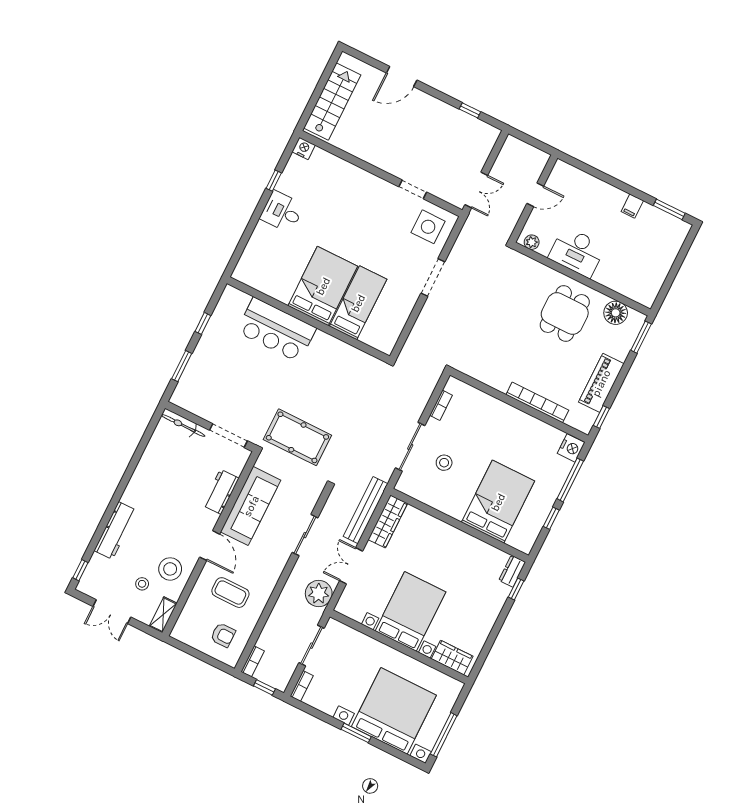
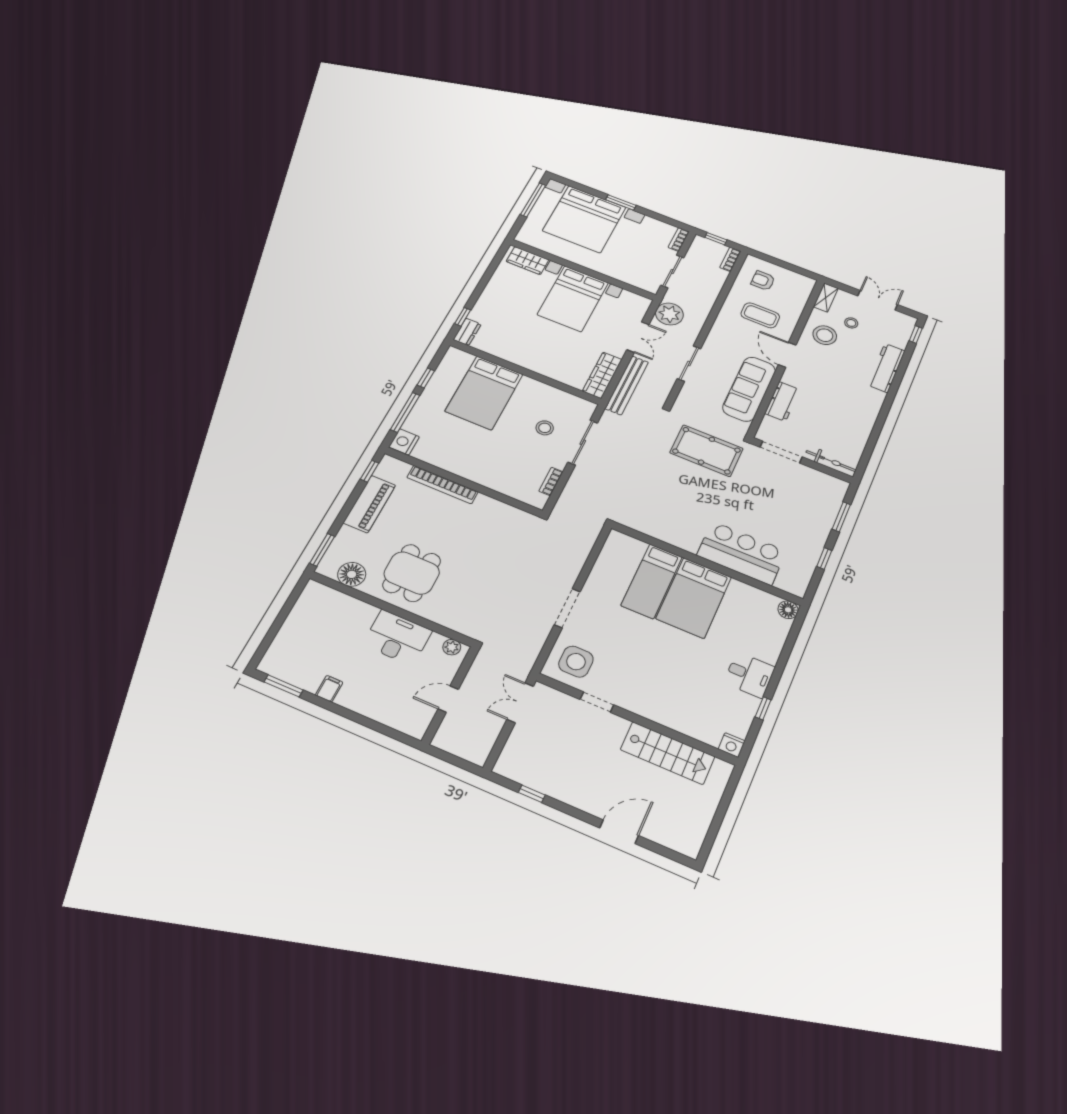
stairs: (332, 102) -> (668, 753), moved, turned -90
floor lamp: (241, 273) -> (788, 610), added

